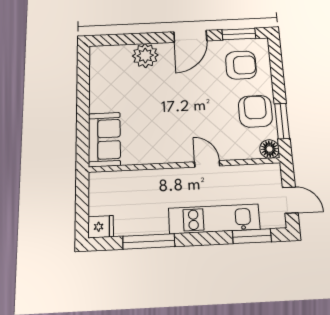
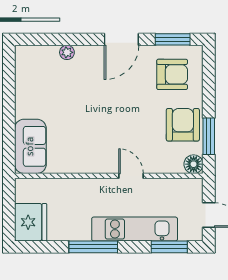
plant: (145, 56) -> (67, 52), width x0.53, depth x0.53
fridge: (101, 227) -> (31, 222), width x1.88, depth x1.34
window: (149, 241) -> (93, 247), moved

